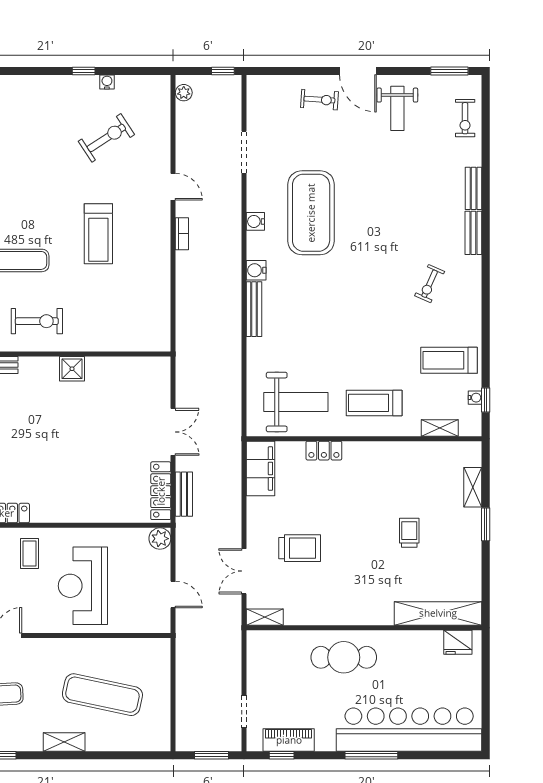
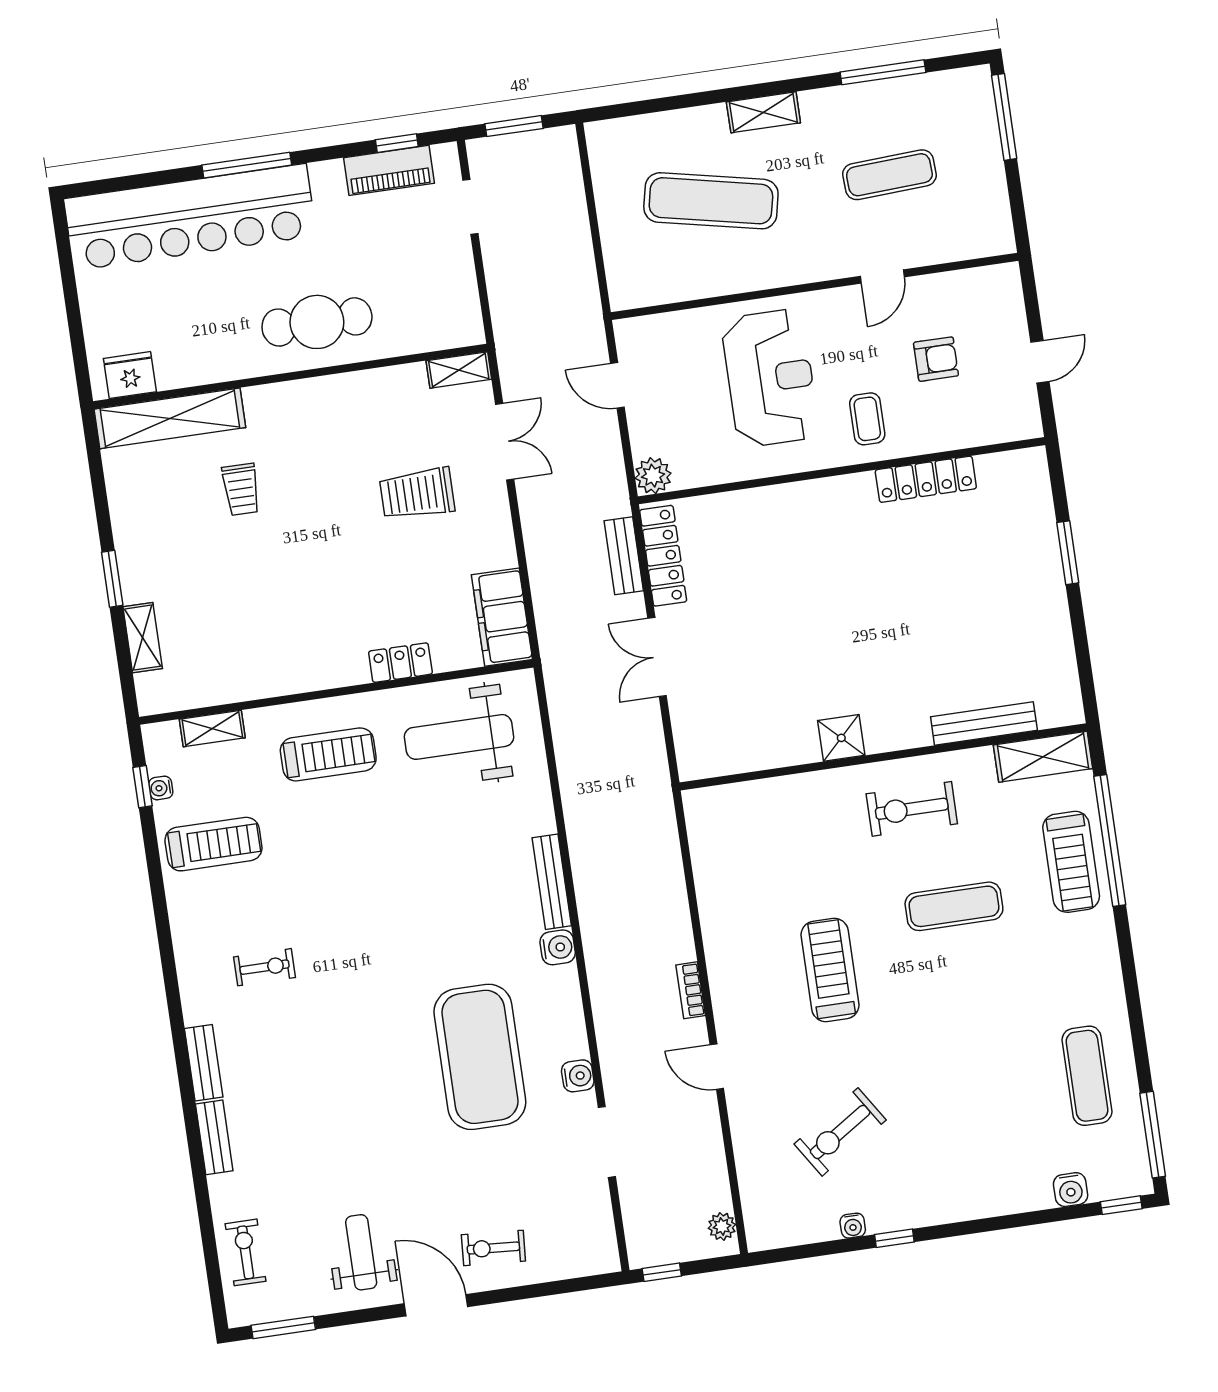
water cooler: (255, 221) -> (578, 1076), moved
exercise bike: (430, 284) -> (265, 967), turned 66
trolley: (409, 533) -> (241, 489), moved

